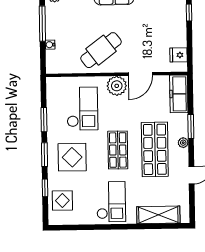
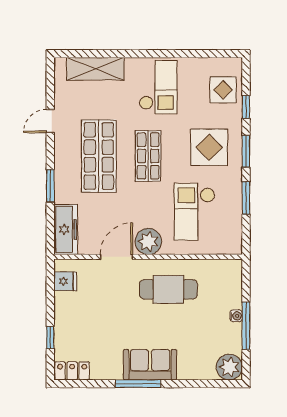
water cooler: (50, 45) -> (236, 316), moved
cafe table: (101, 50) -> (168, 289), turned 37
plant: (183, 143) -> (61, 164), removed
checkout: (111, 202) -> (158, 87), turned 180

